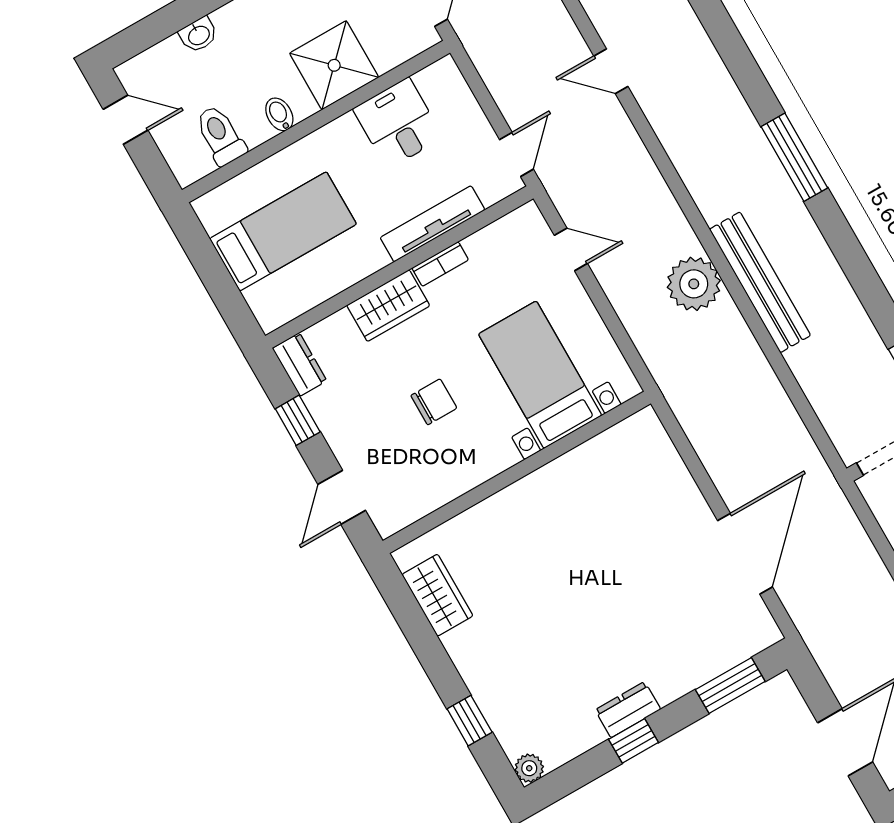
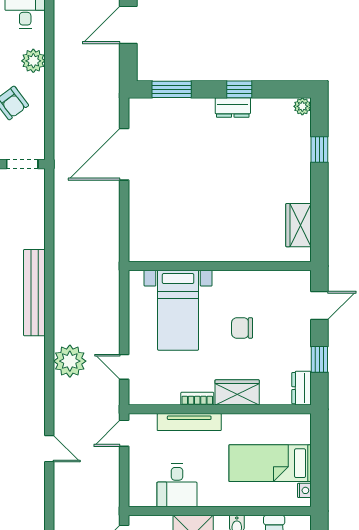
nightstand: (212, 220) -> (304, 490), added
plant: (694, 284) -> (70, 361), moved

